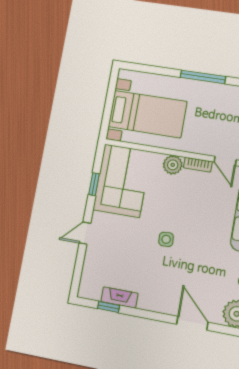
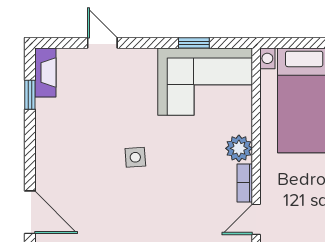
door: (85, 233) -> (102, 43), moved
fireplace: (119, 297) -> (45, 73), moved
door: (192, 323) -> (30, 212), hinge flipped

